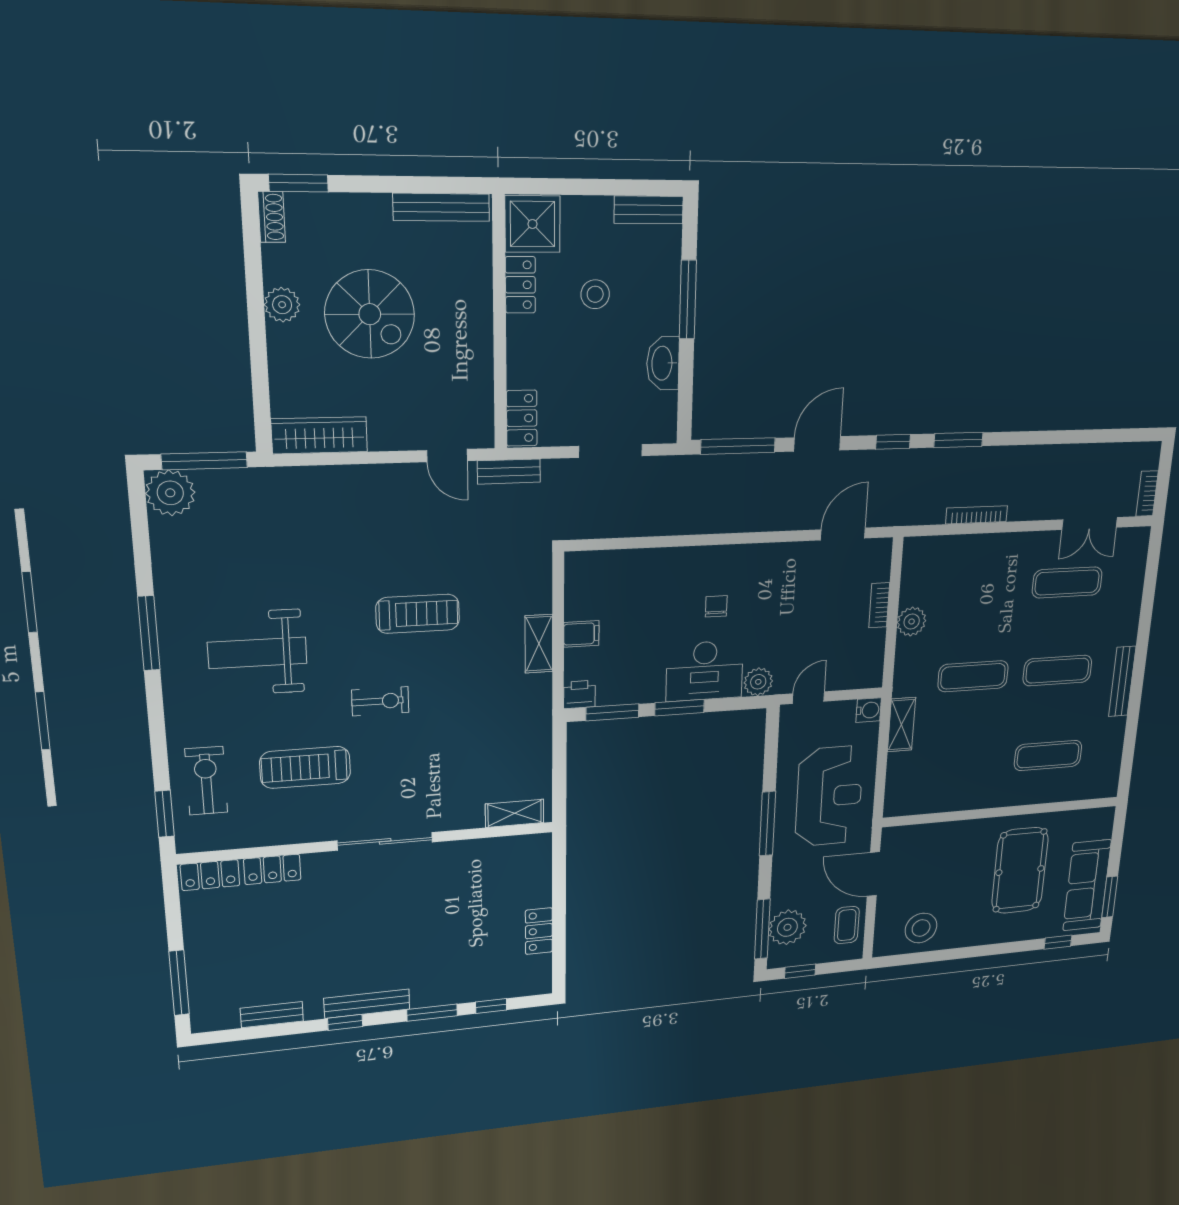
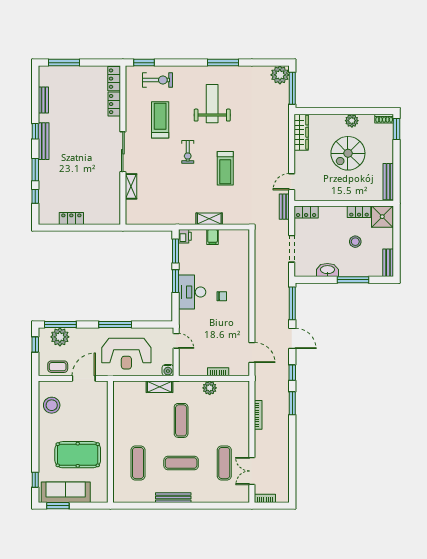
exercise mat: (1057, 671) -> (181, 463), turned 90
plant: (758, 682) -> (185, 317), removed
shelving: (515, 813) -> (131, 186), moved

